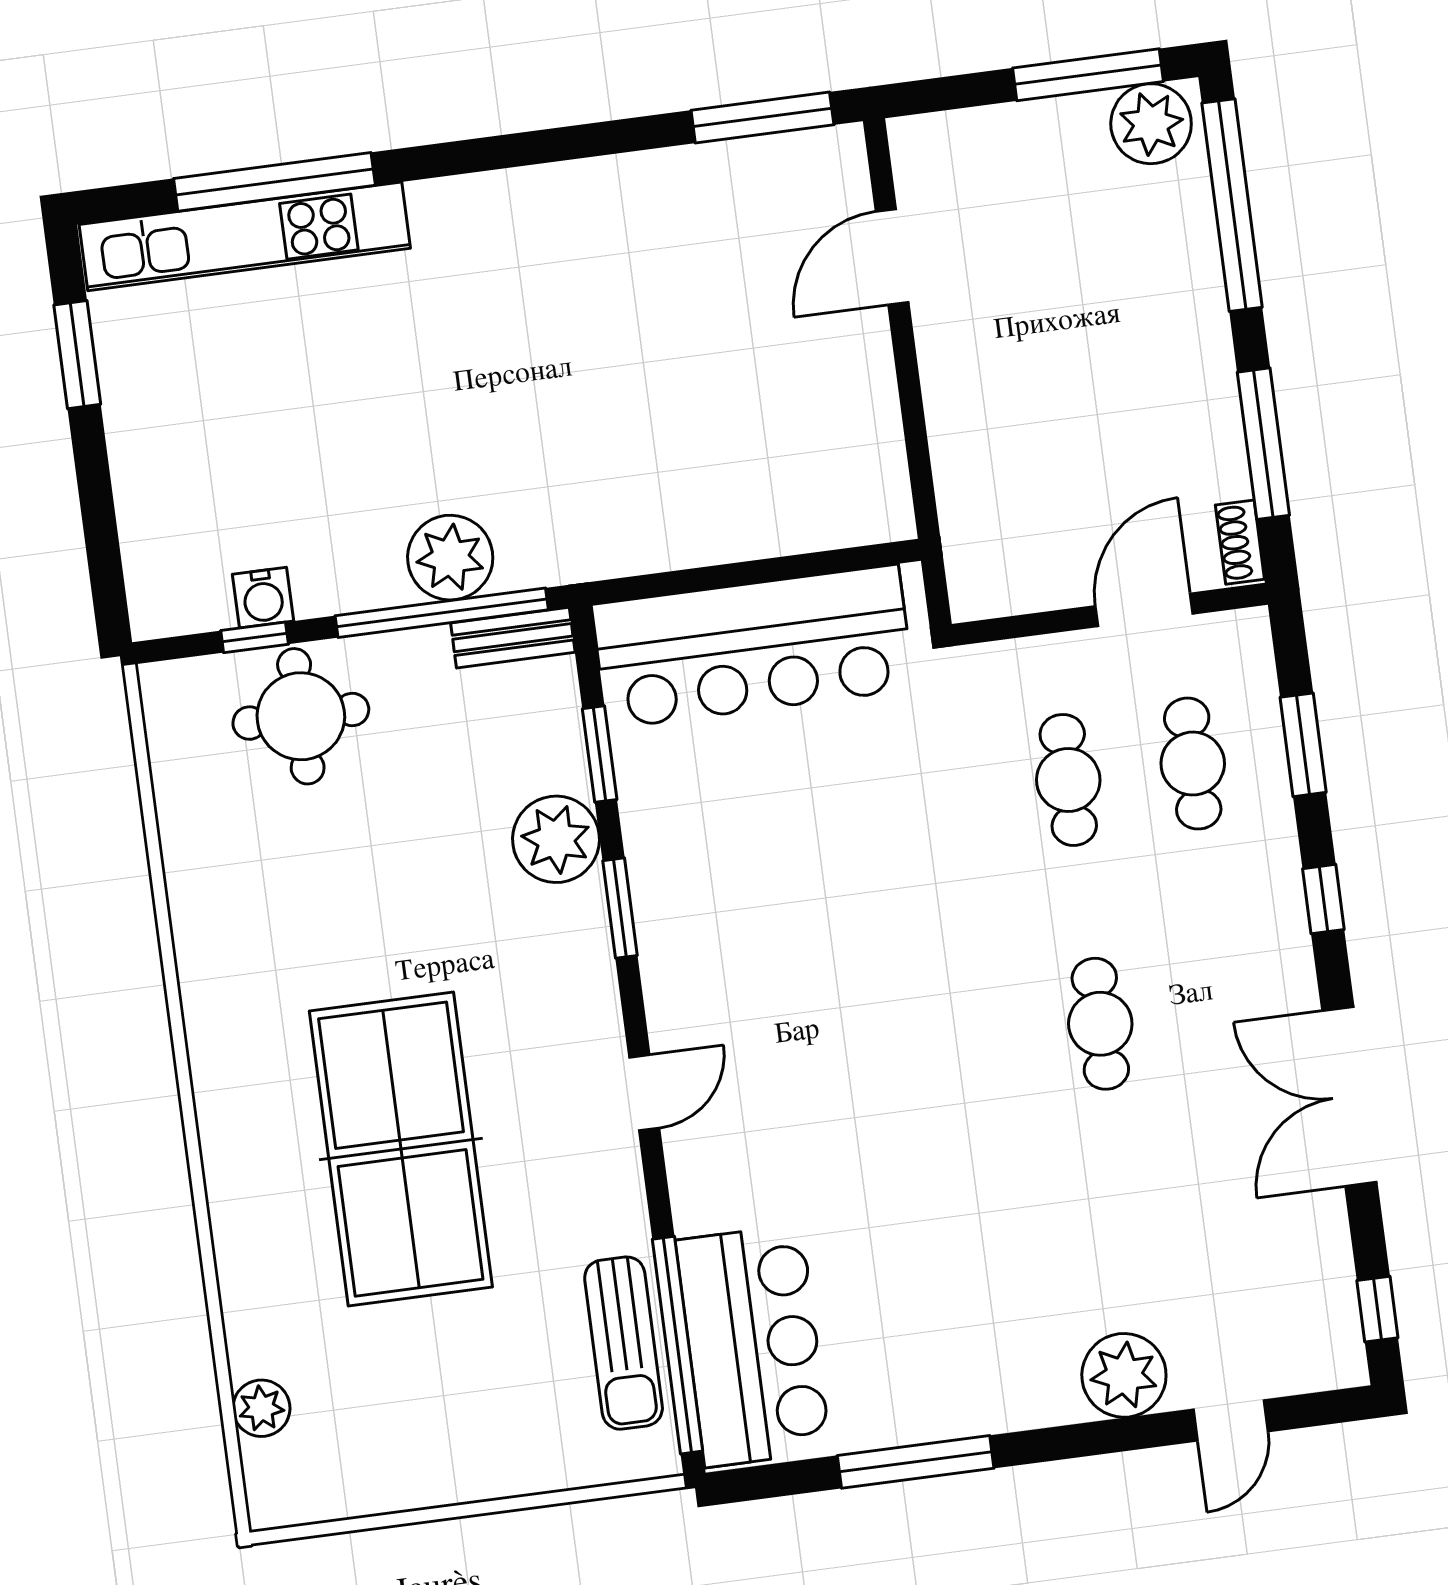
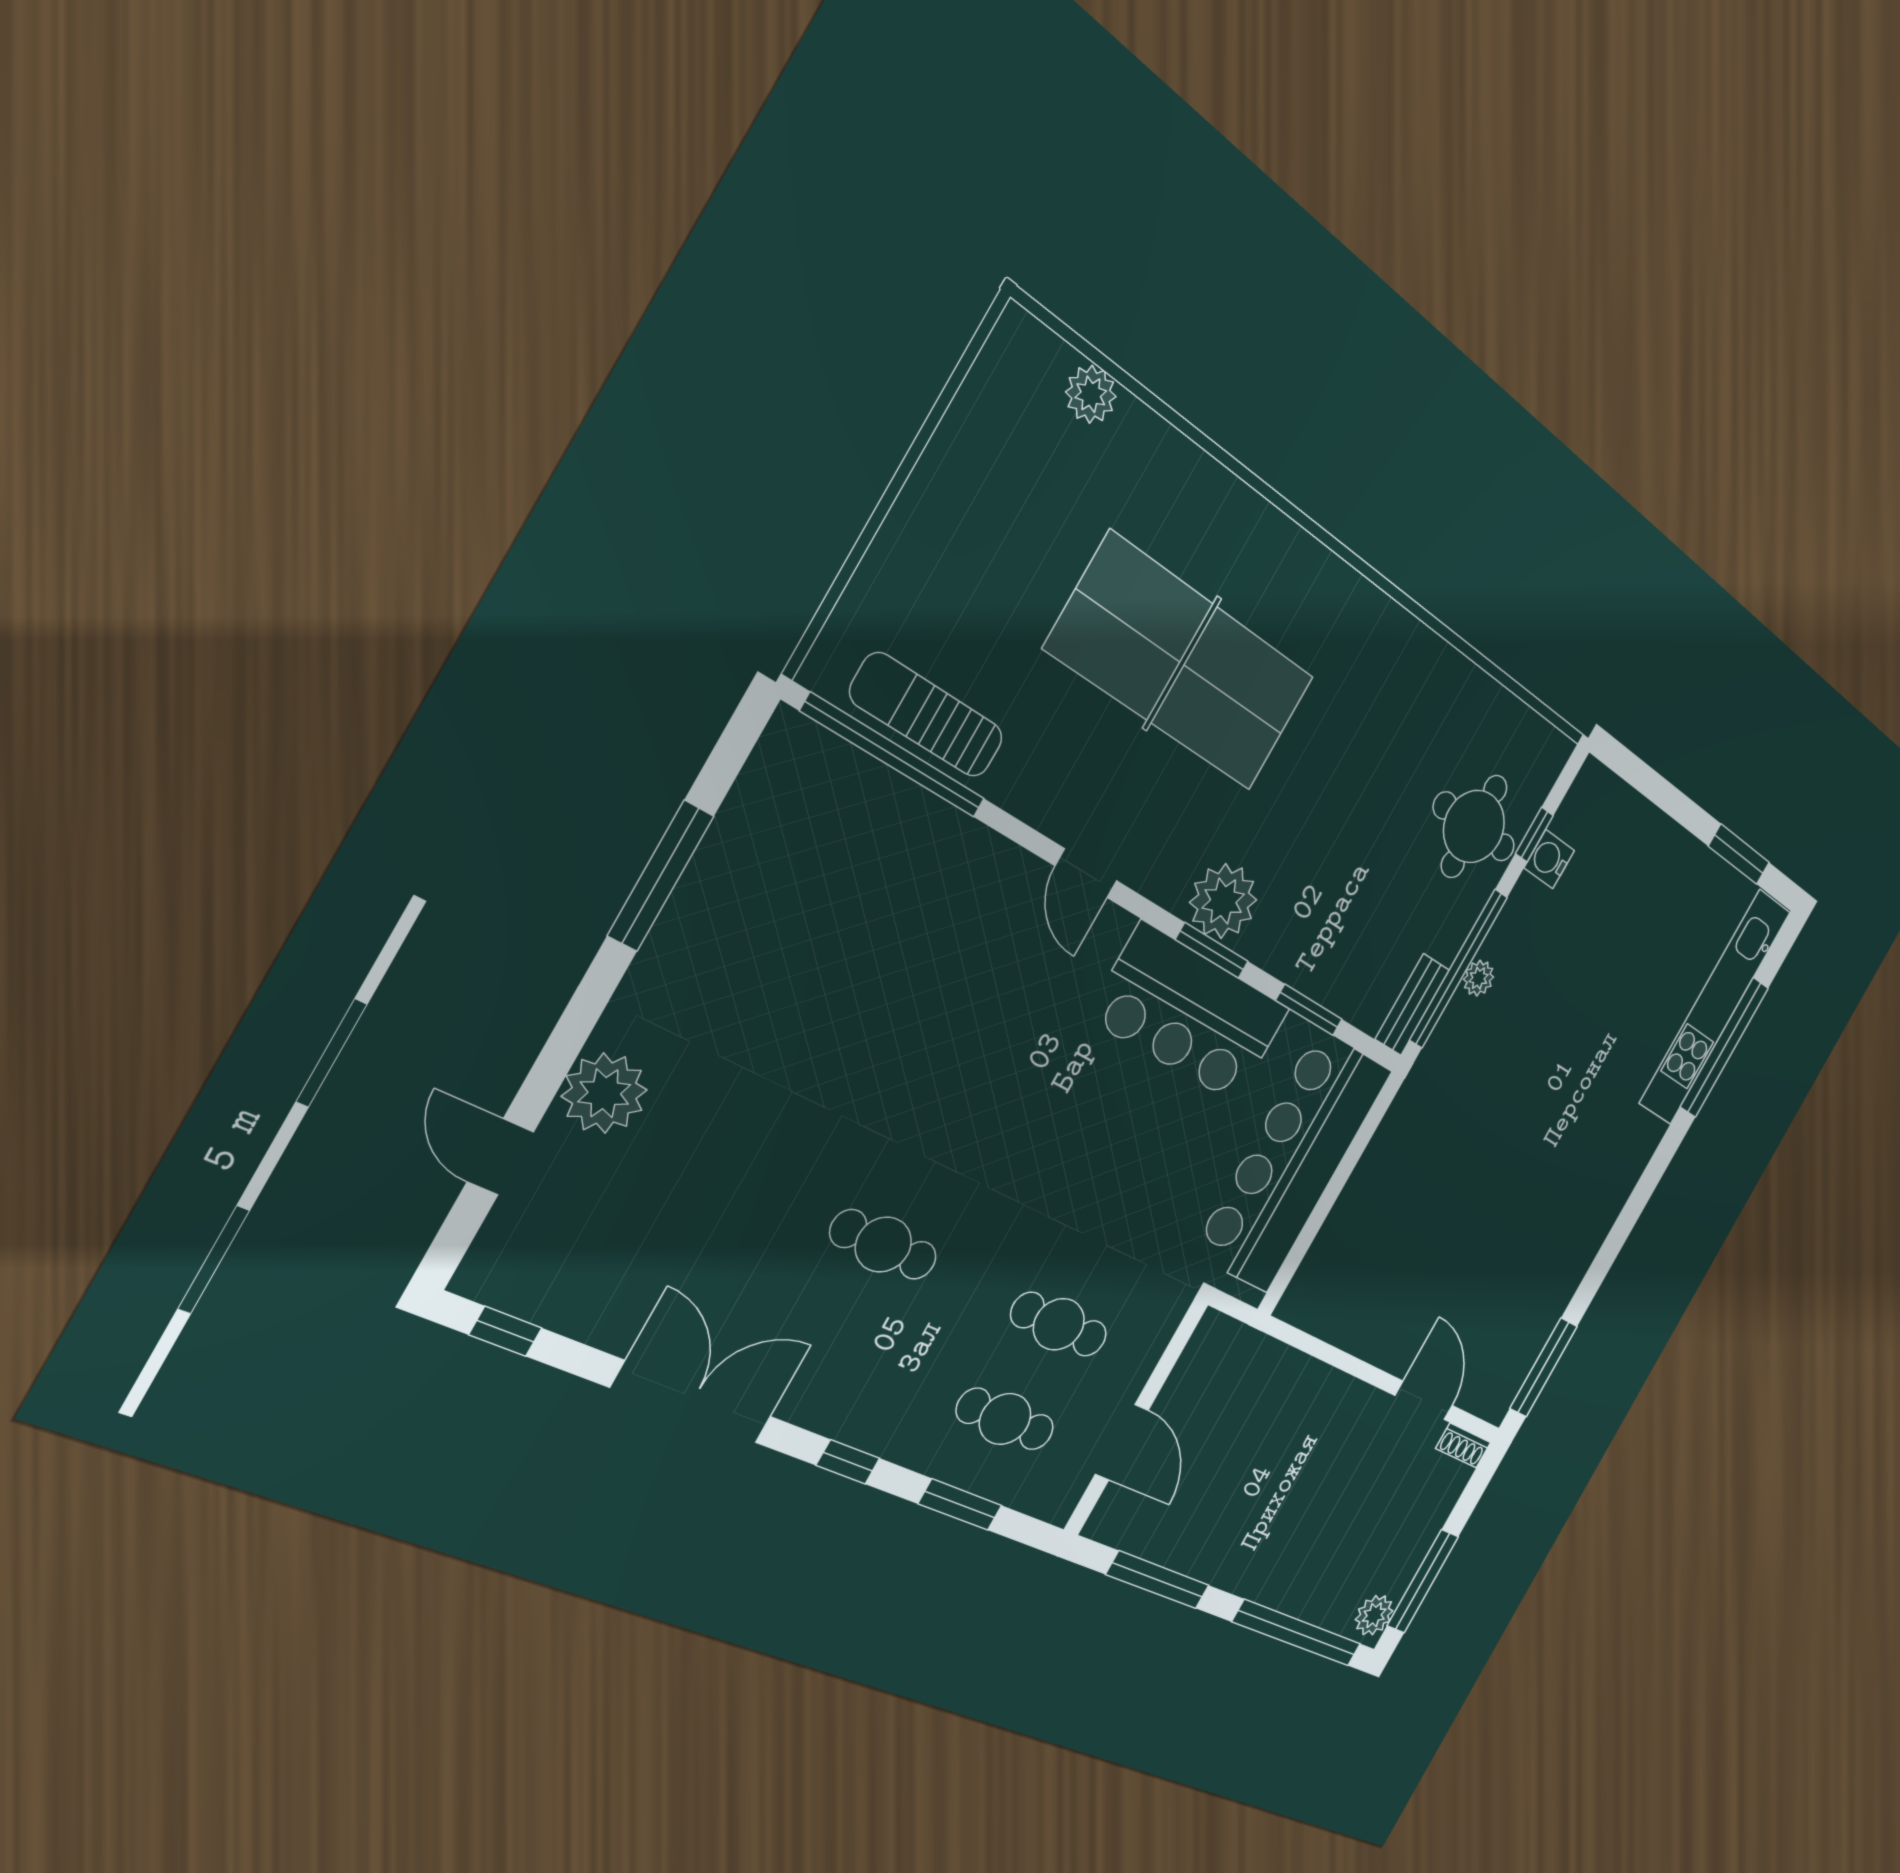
plant: (1151, 124) -> (1374, 1615), width x0.73, depth x0.73
shoe rack: (1240, 542) -> (1463, 1445), moved, turned 180
plant: (450, 558) -> (1479, 978), width x0.53, depth x0.53
plant: (556, 839) -> (1223, 901), moved
bar counter: (753, 1346) -> (1190, 1014), moved

